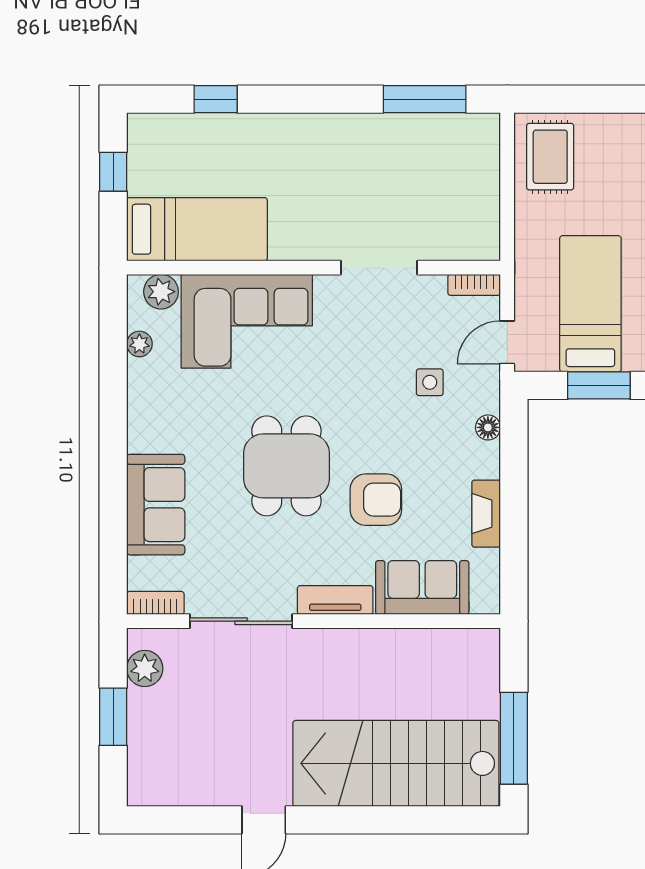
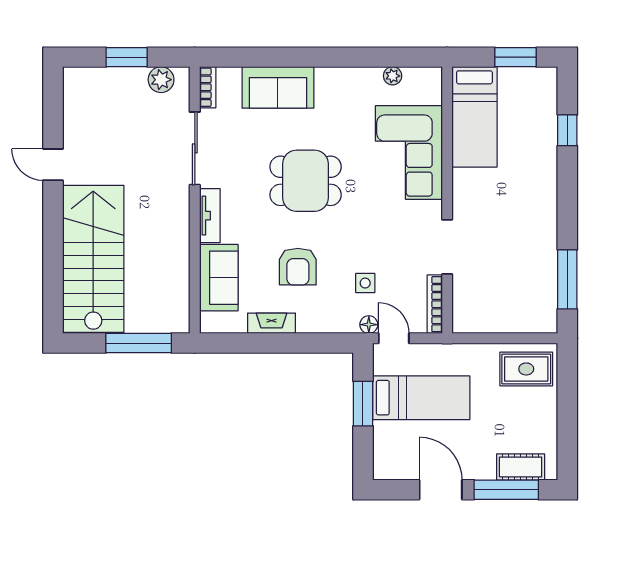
window: (113, 172) -> (515, 57), width x1.50
bookcase: (474, 285) -> (435, 304), width x1.56
plant: (161, 292) -> (430, 91), removed
floor lamp: (488, 427) -> (369, 325), moved
armchair: (376, 500) -> (298, 267), moved
window: (514, 738) -> (139, 343), moved

